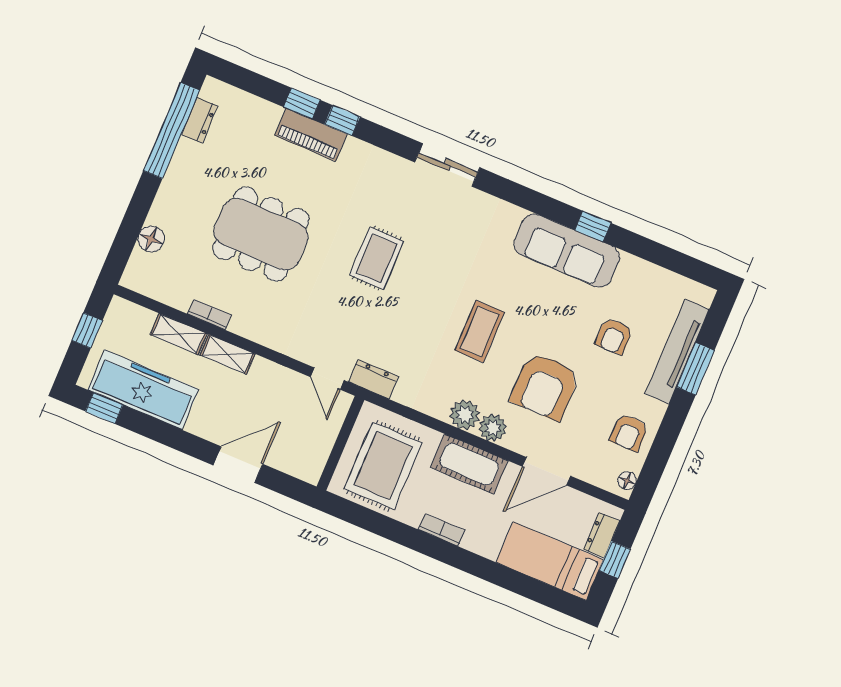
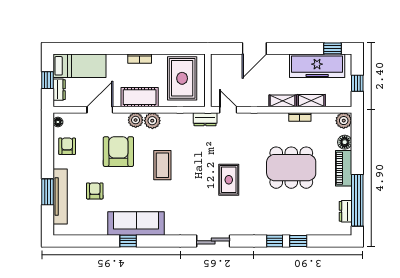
piano: (311, 135) -> (344, 168), moved, turned -90
plant: (137, 277) -> (344, 121), added

